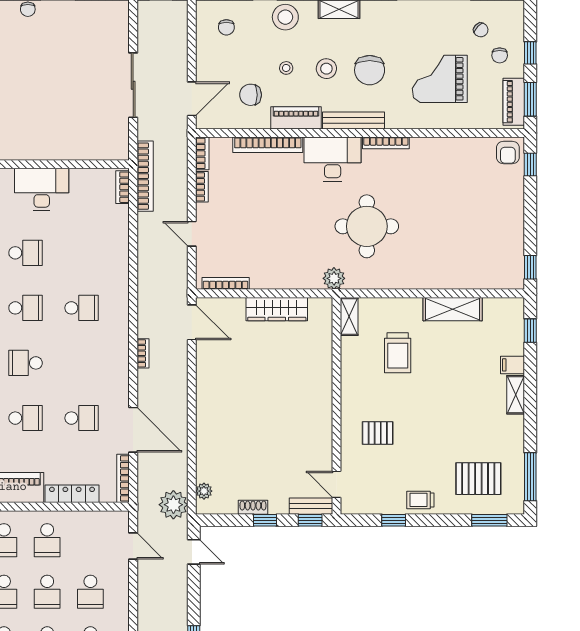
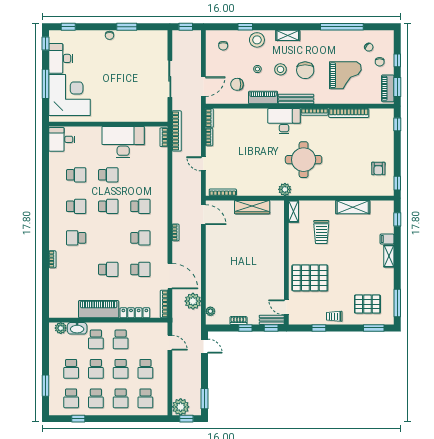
grand piano: (440, 79) -> (345, 75), turned 180
bookcase: (268, 145) -> (349, 113), moved
armchair: (508, 153) -> (378, 168), moved
desk: (42, 189) -> (123, 142), width x1.36, depth x1.30
school desk: (26, 363) -> (140, 238), moved, turned 180
pallet: (378, 433) -> (310, 278), width x2.05, depth x2.00
plant: (173, 505) -> (193, 301), moved

